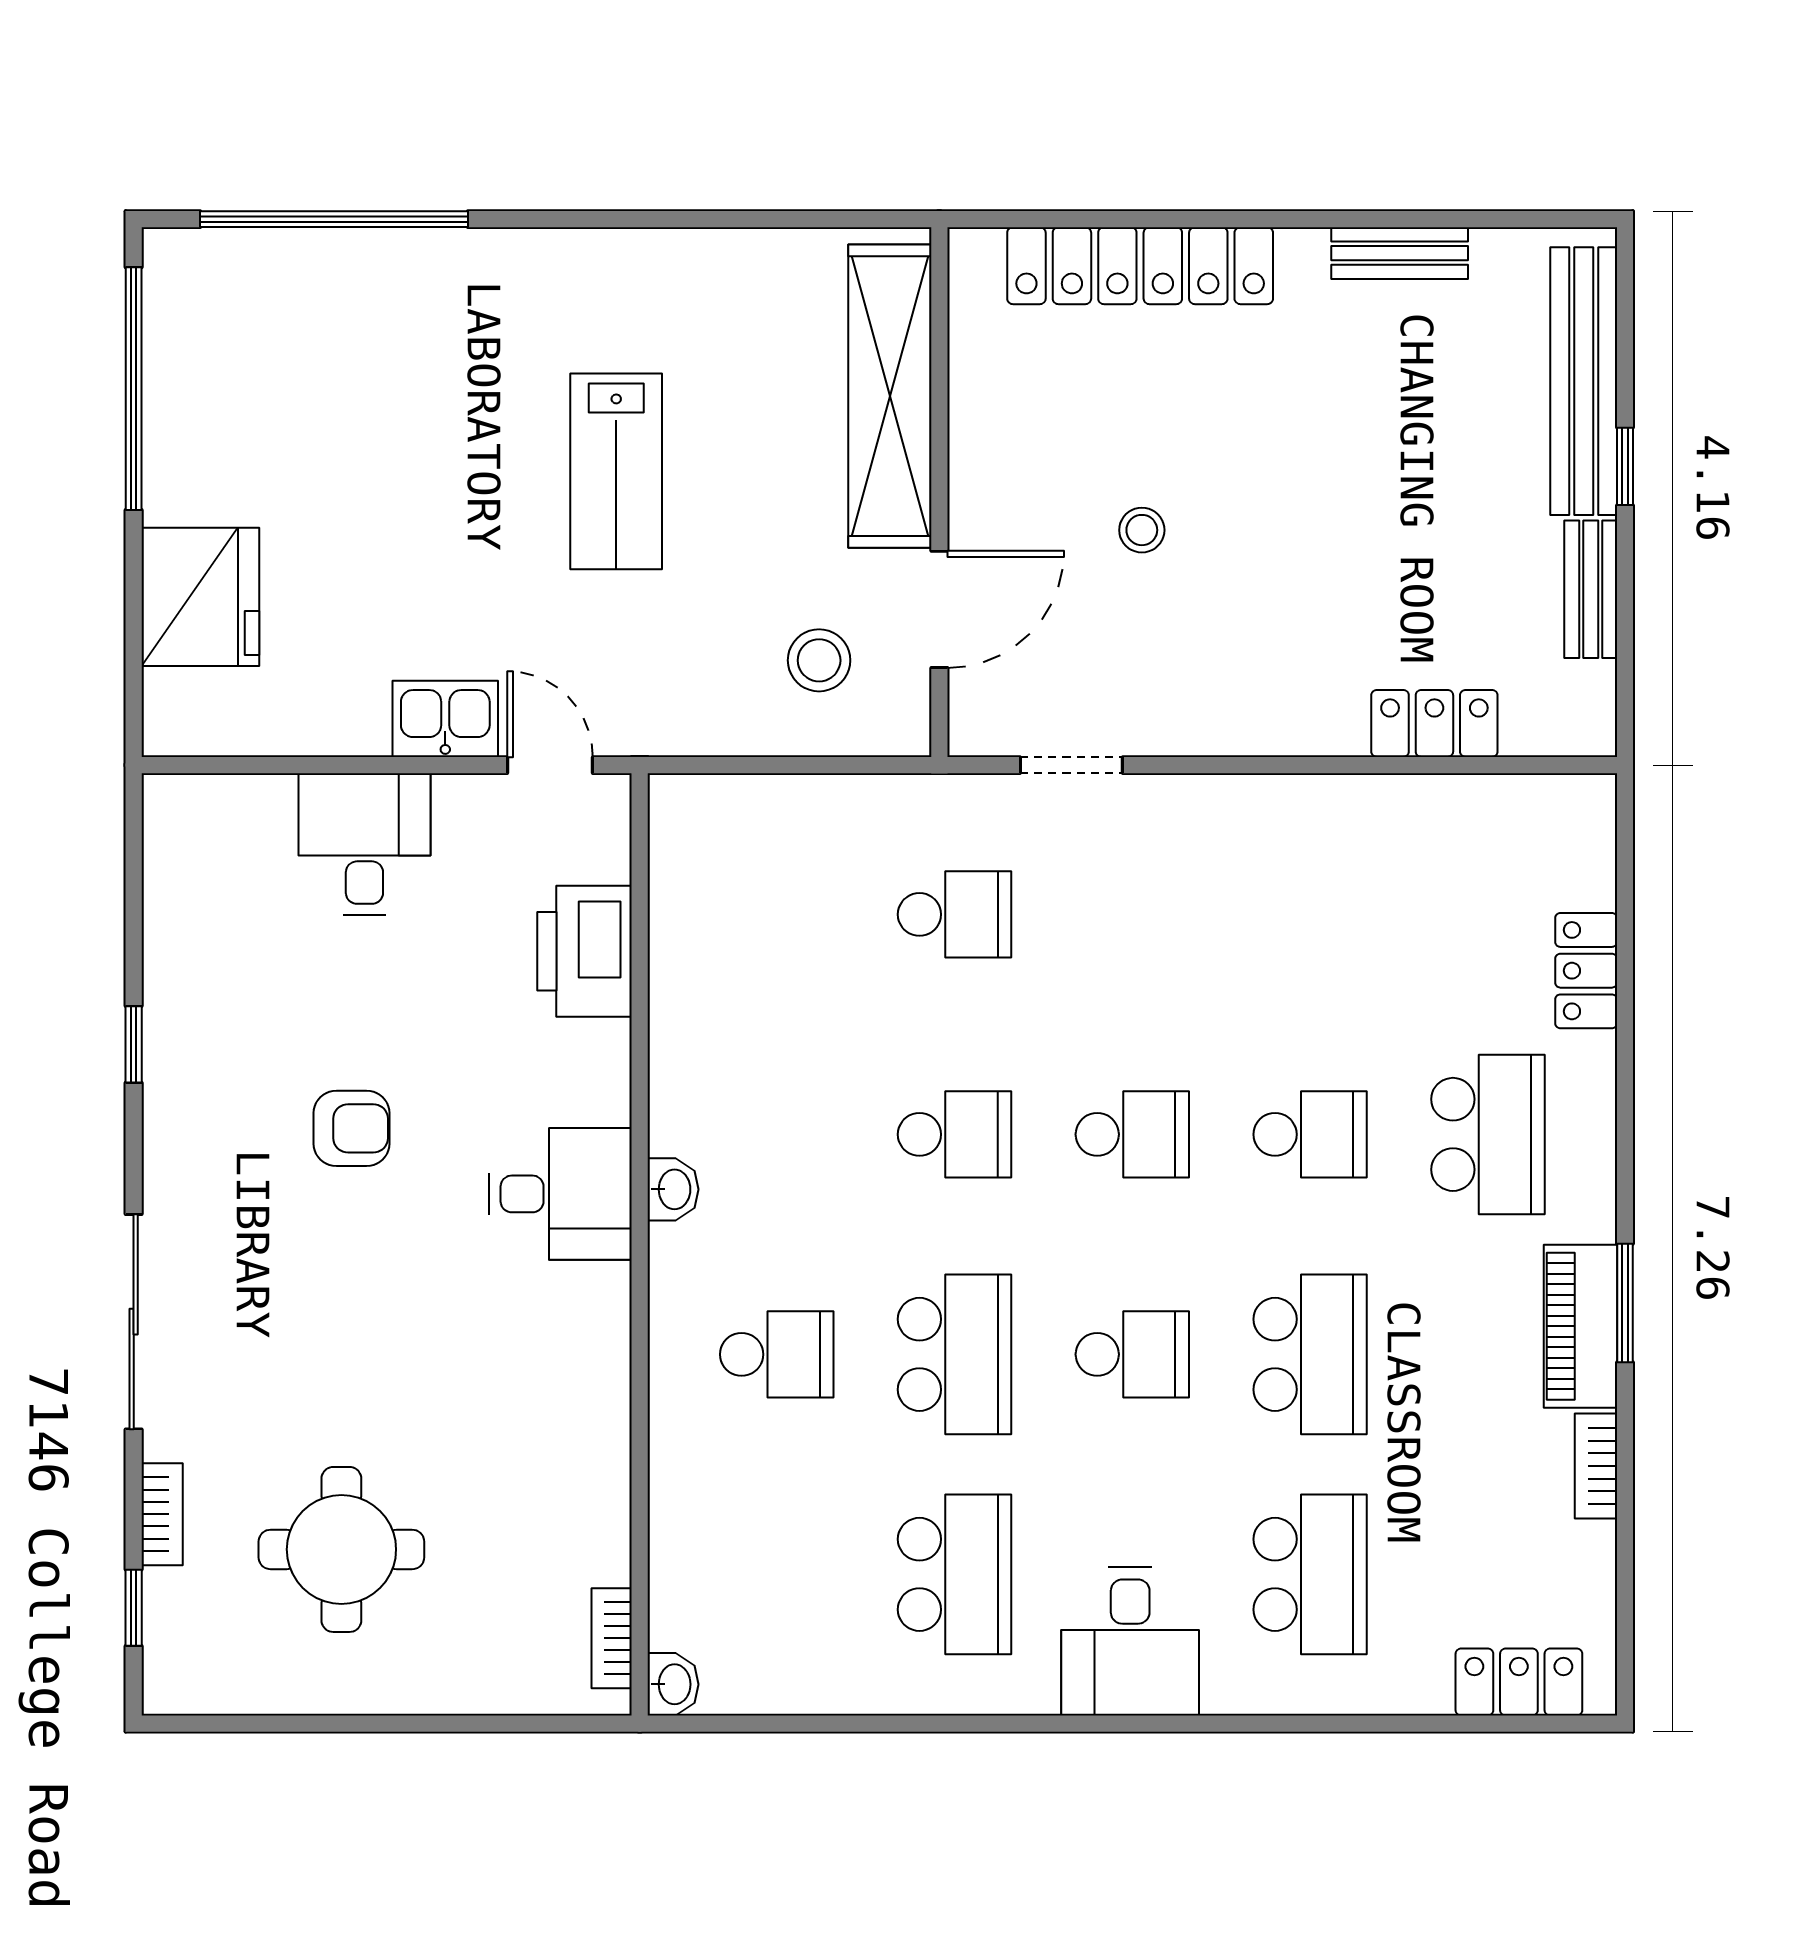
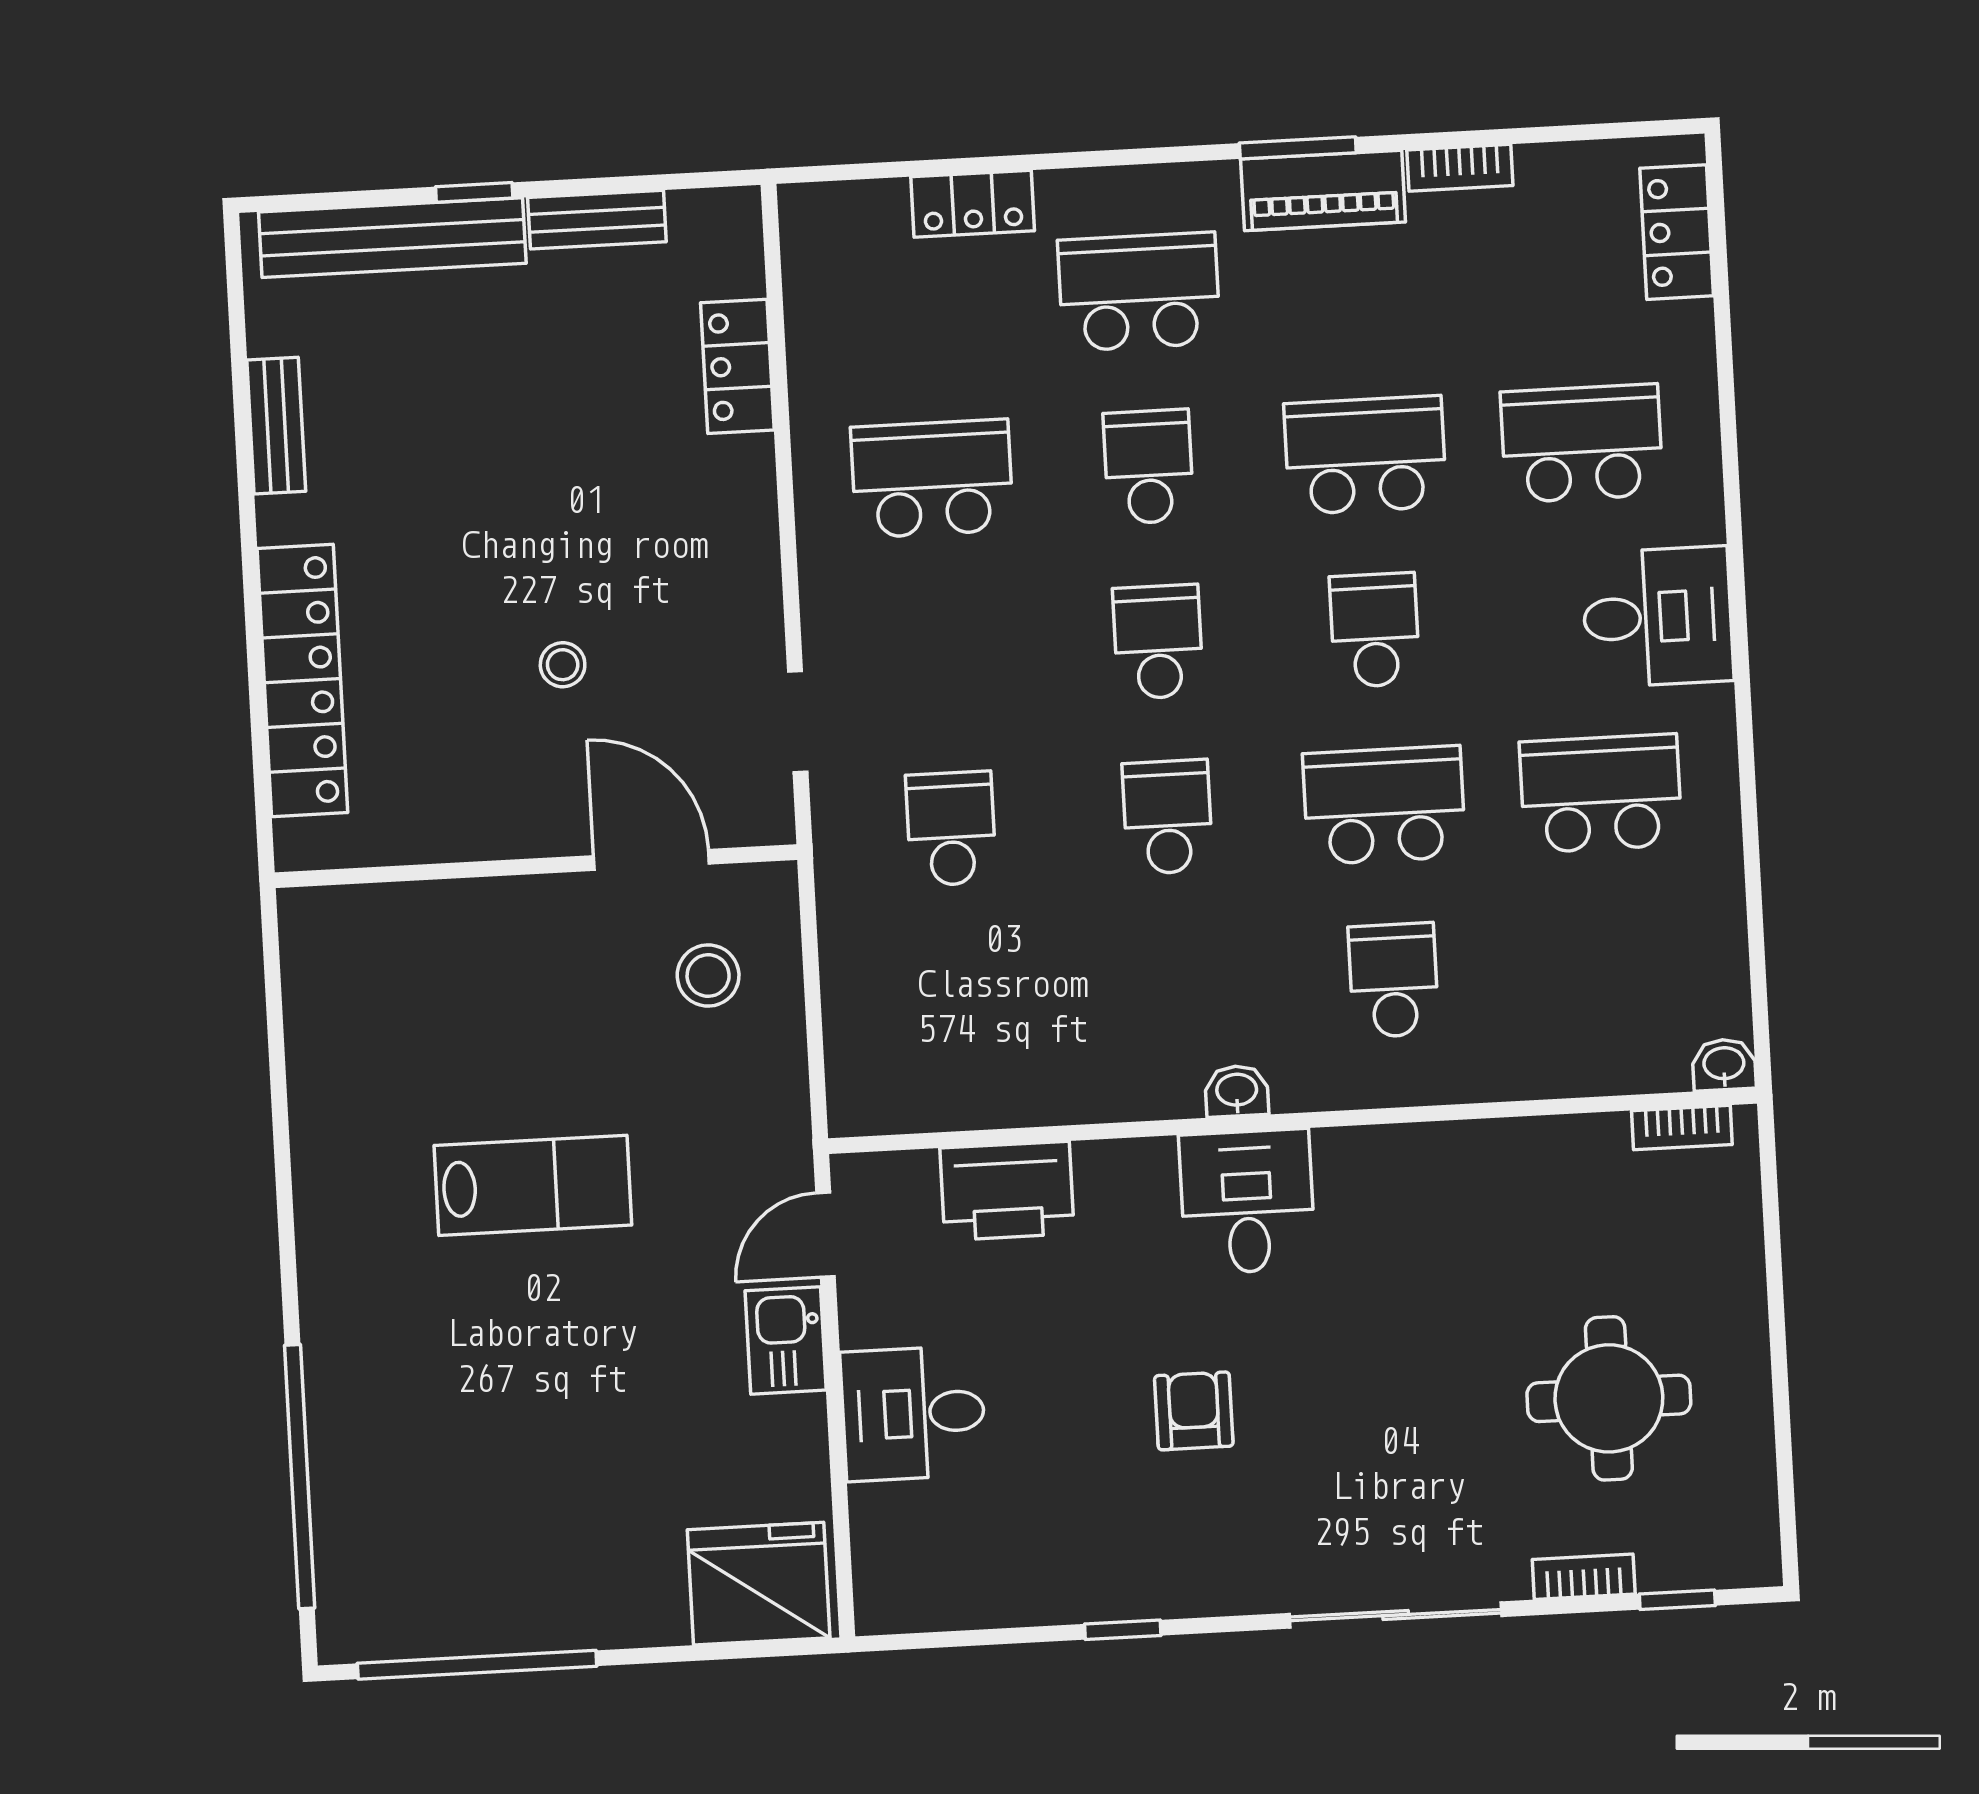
shelving: (890, 396) -> (444, 920), removed
fridge: (200, 597) -> (759, 1584), moved
school desk: (1310, 914) -> (932, 478), added

